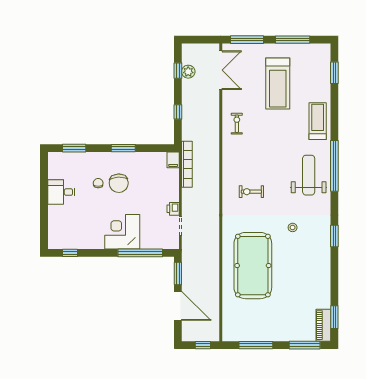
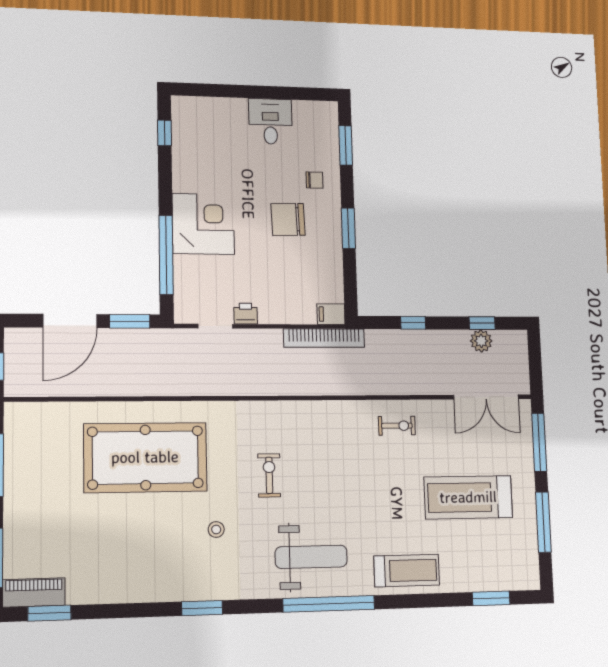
chair: (98, 183) -> (314, 180), moved
exercise bike: (251, 192) -> (269, 475), moved

